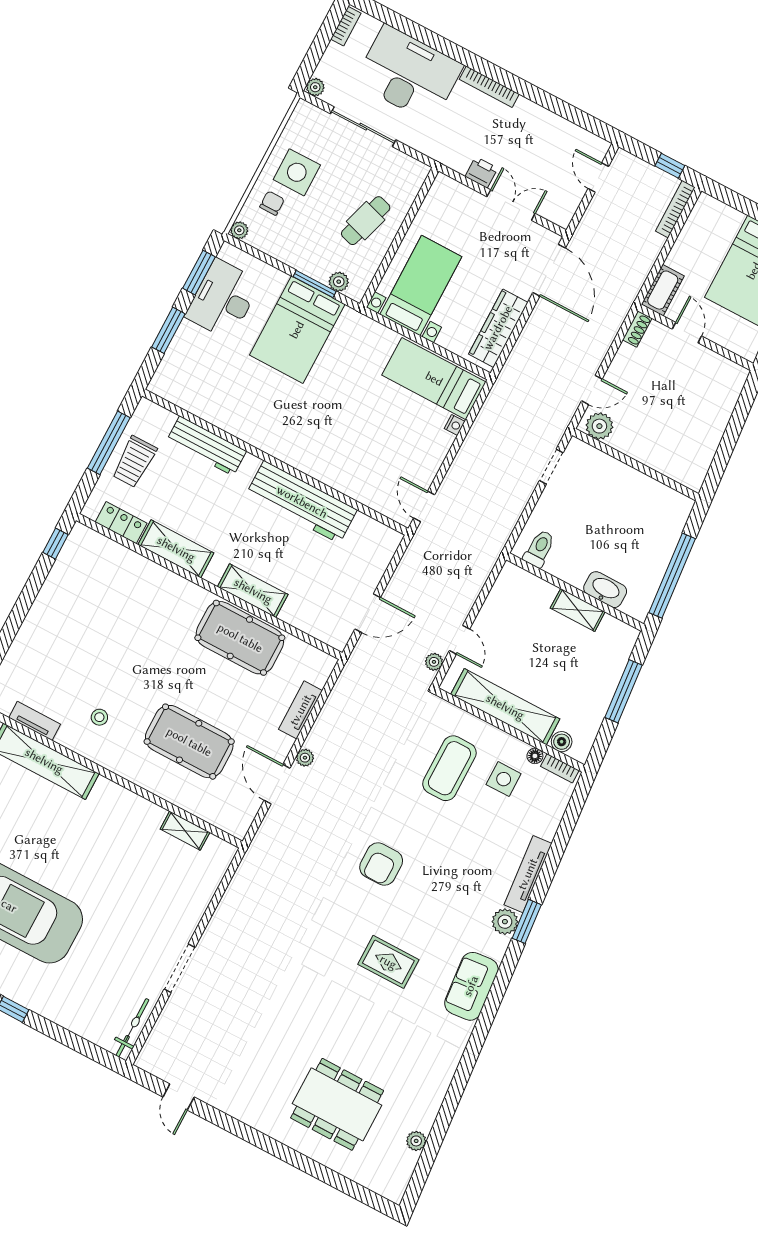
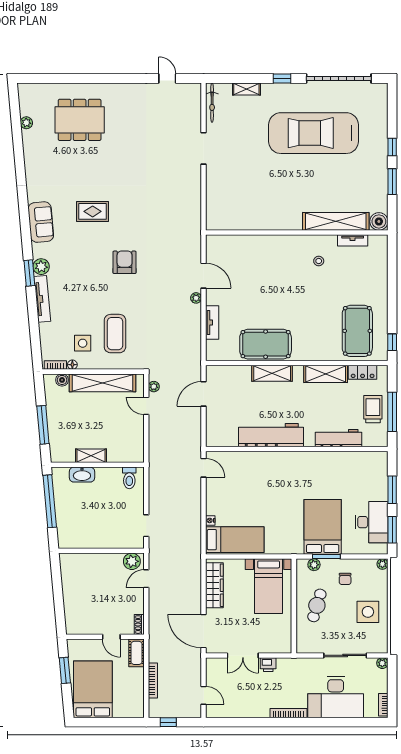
chair: (272, 203) -> (345, 579), moved
bookcase: (675, 209) -> (153, 681), moved
pool table: (189, 742) -> (357, 331), moved, turned 90
shelving: (185, 831) -> (246, 89), moved

